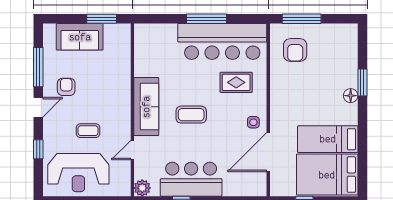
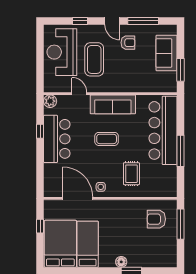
bar counter: (222, 41) -> (163, 130), moved
coffee table: (191, 115) -> (107, 139), turned 90
coffee table: (88, 131) -> (94, 59), width x1.86, depth x1.72

